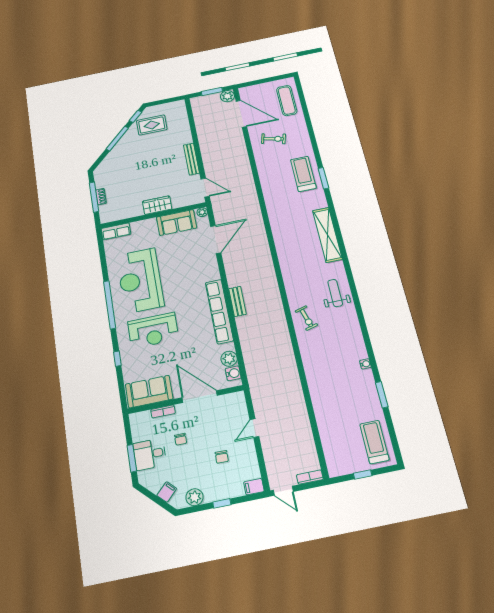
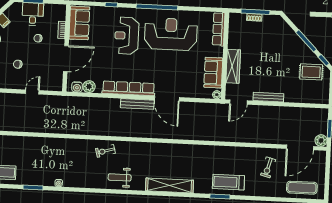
rug: (152, 125) -> (311, 72), turned 90
treadmill: (303, 174) -> (228, 182), turned 180
wardrobe: (157, 205) -> (233, 66), width x1.50
row of seats: (116, 231) -> (219, 29), width x1.48
door: (216, 240) -> (167, 99), moved
weight bench: (335, 293) -> (120, 177), turned 180
bench: (237, 301) -> (137, 104), width x1.36
door: (254, 428) -> (32, 92), hinge flipped

